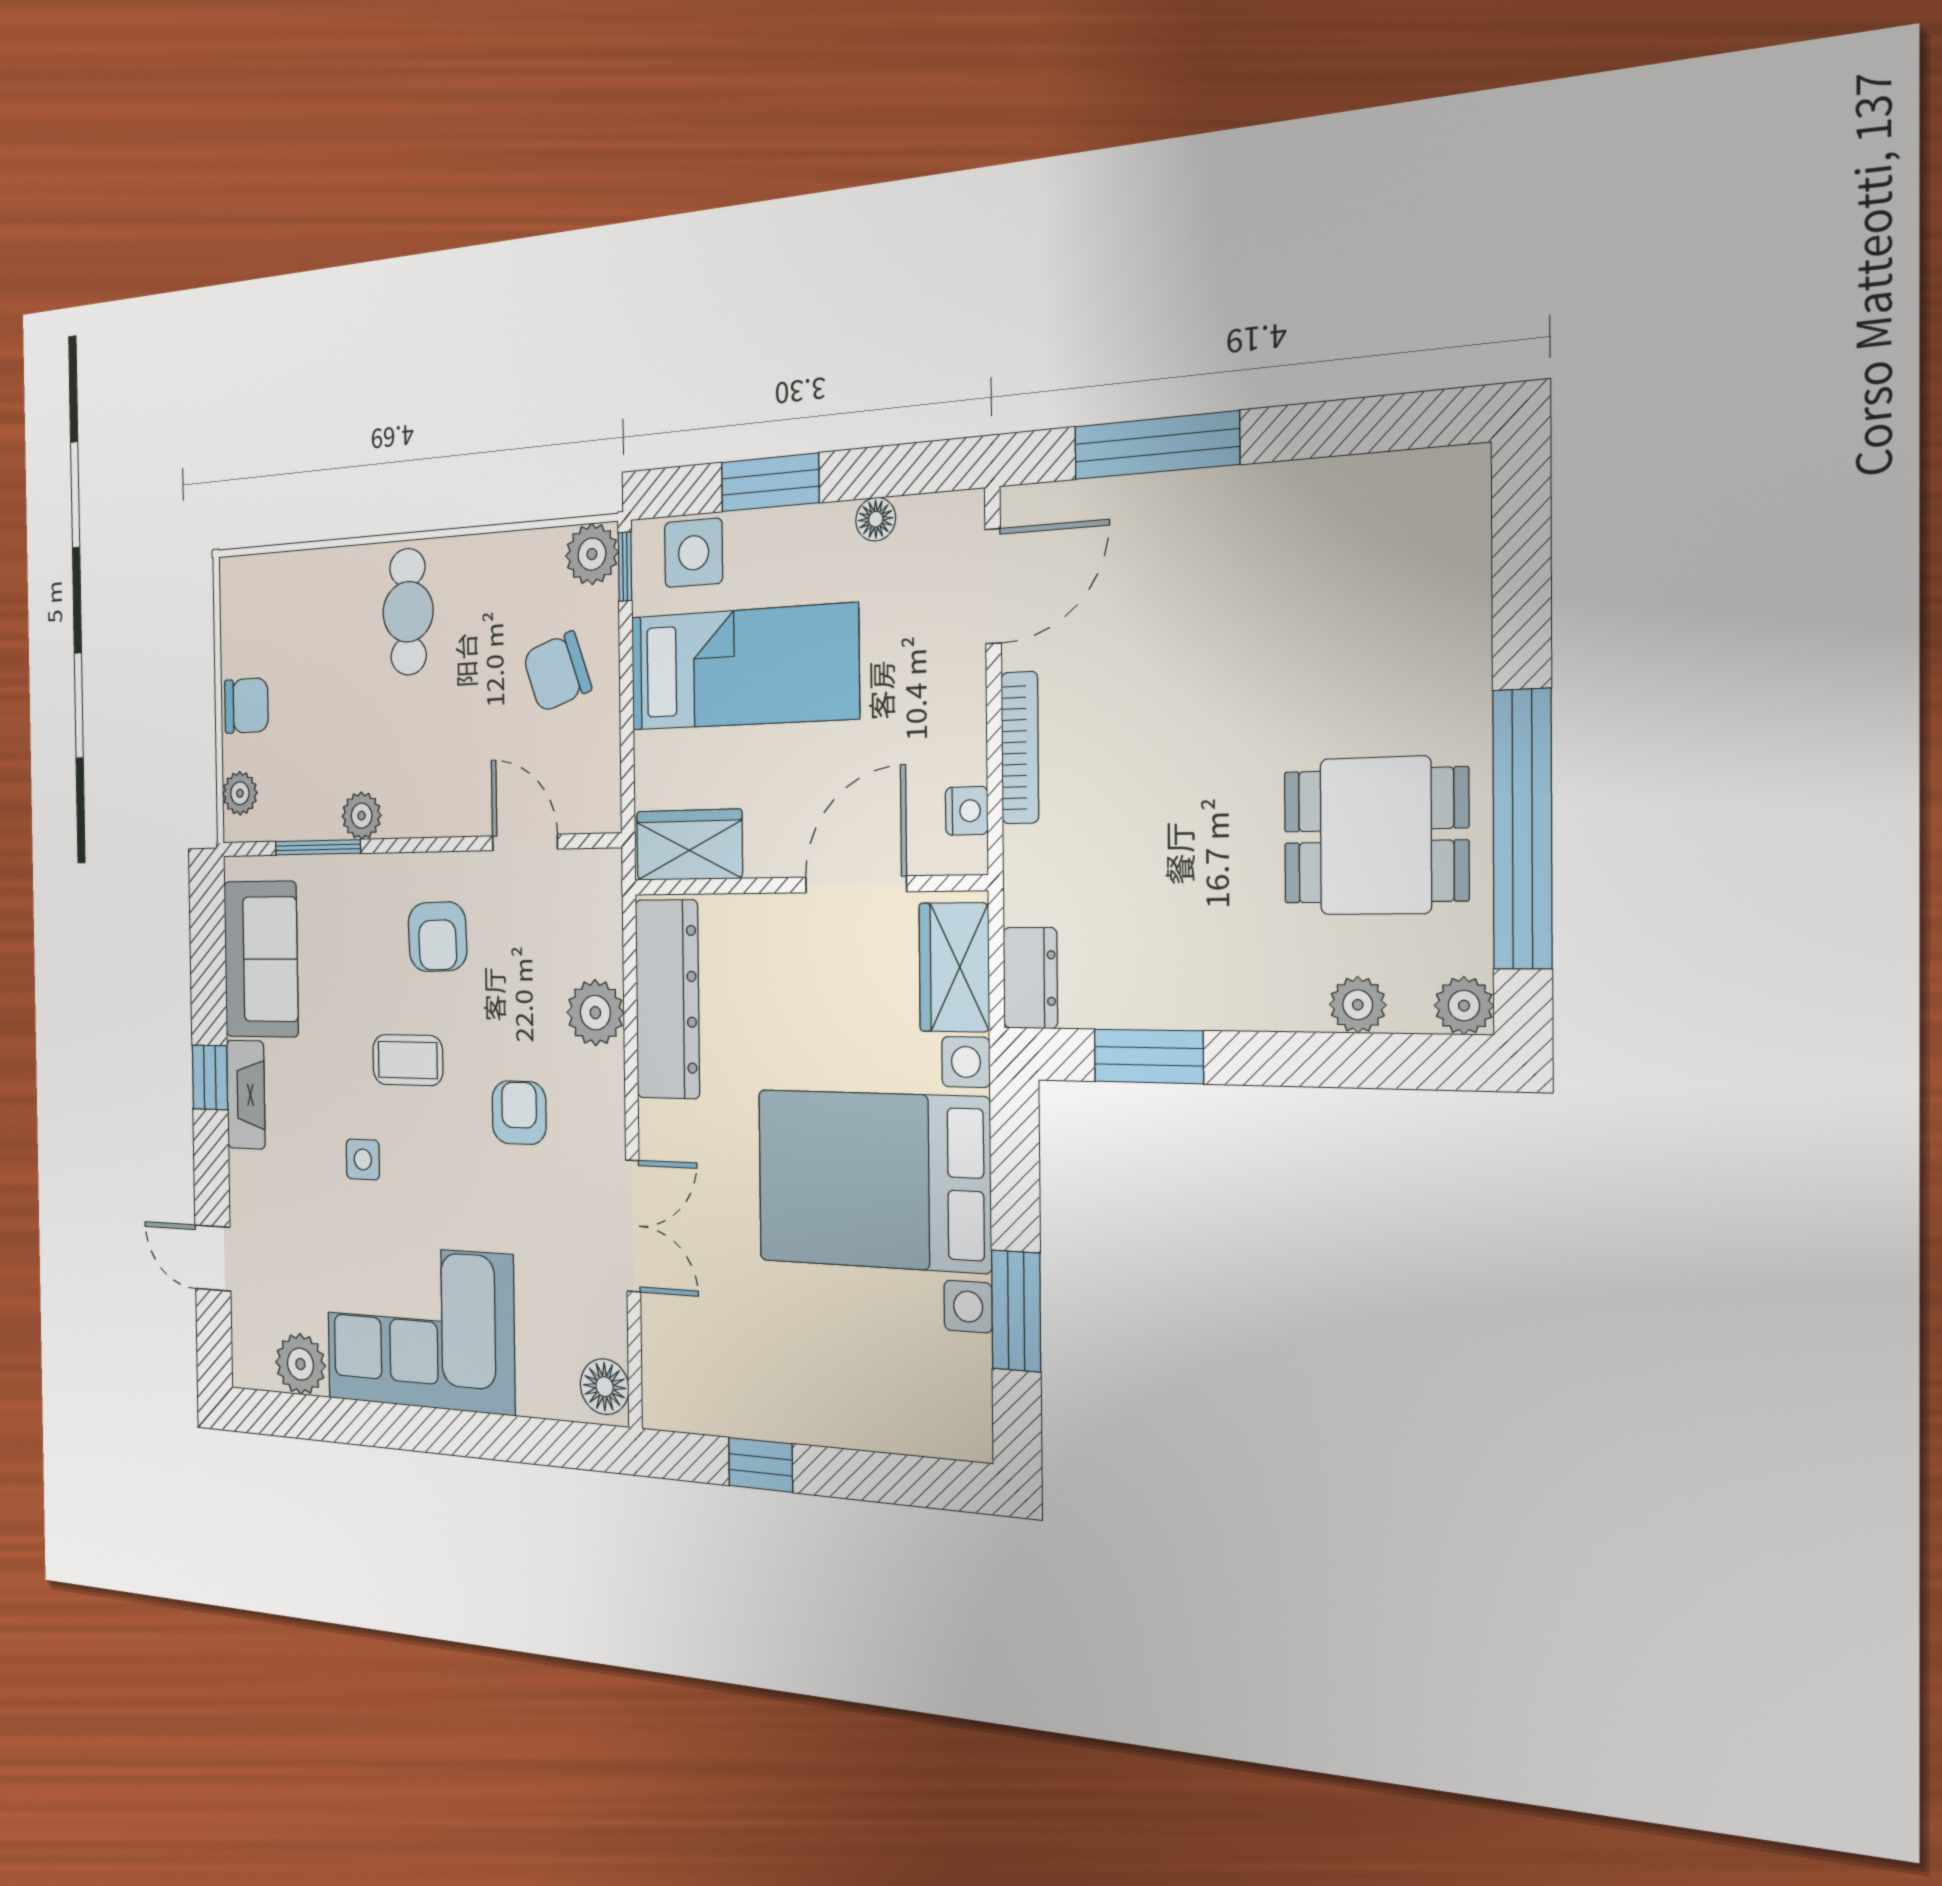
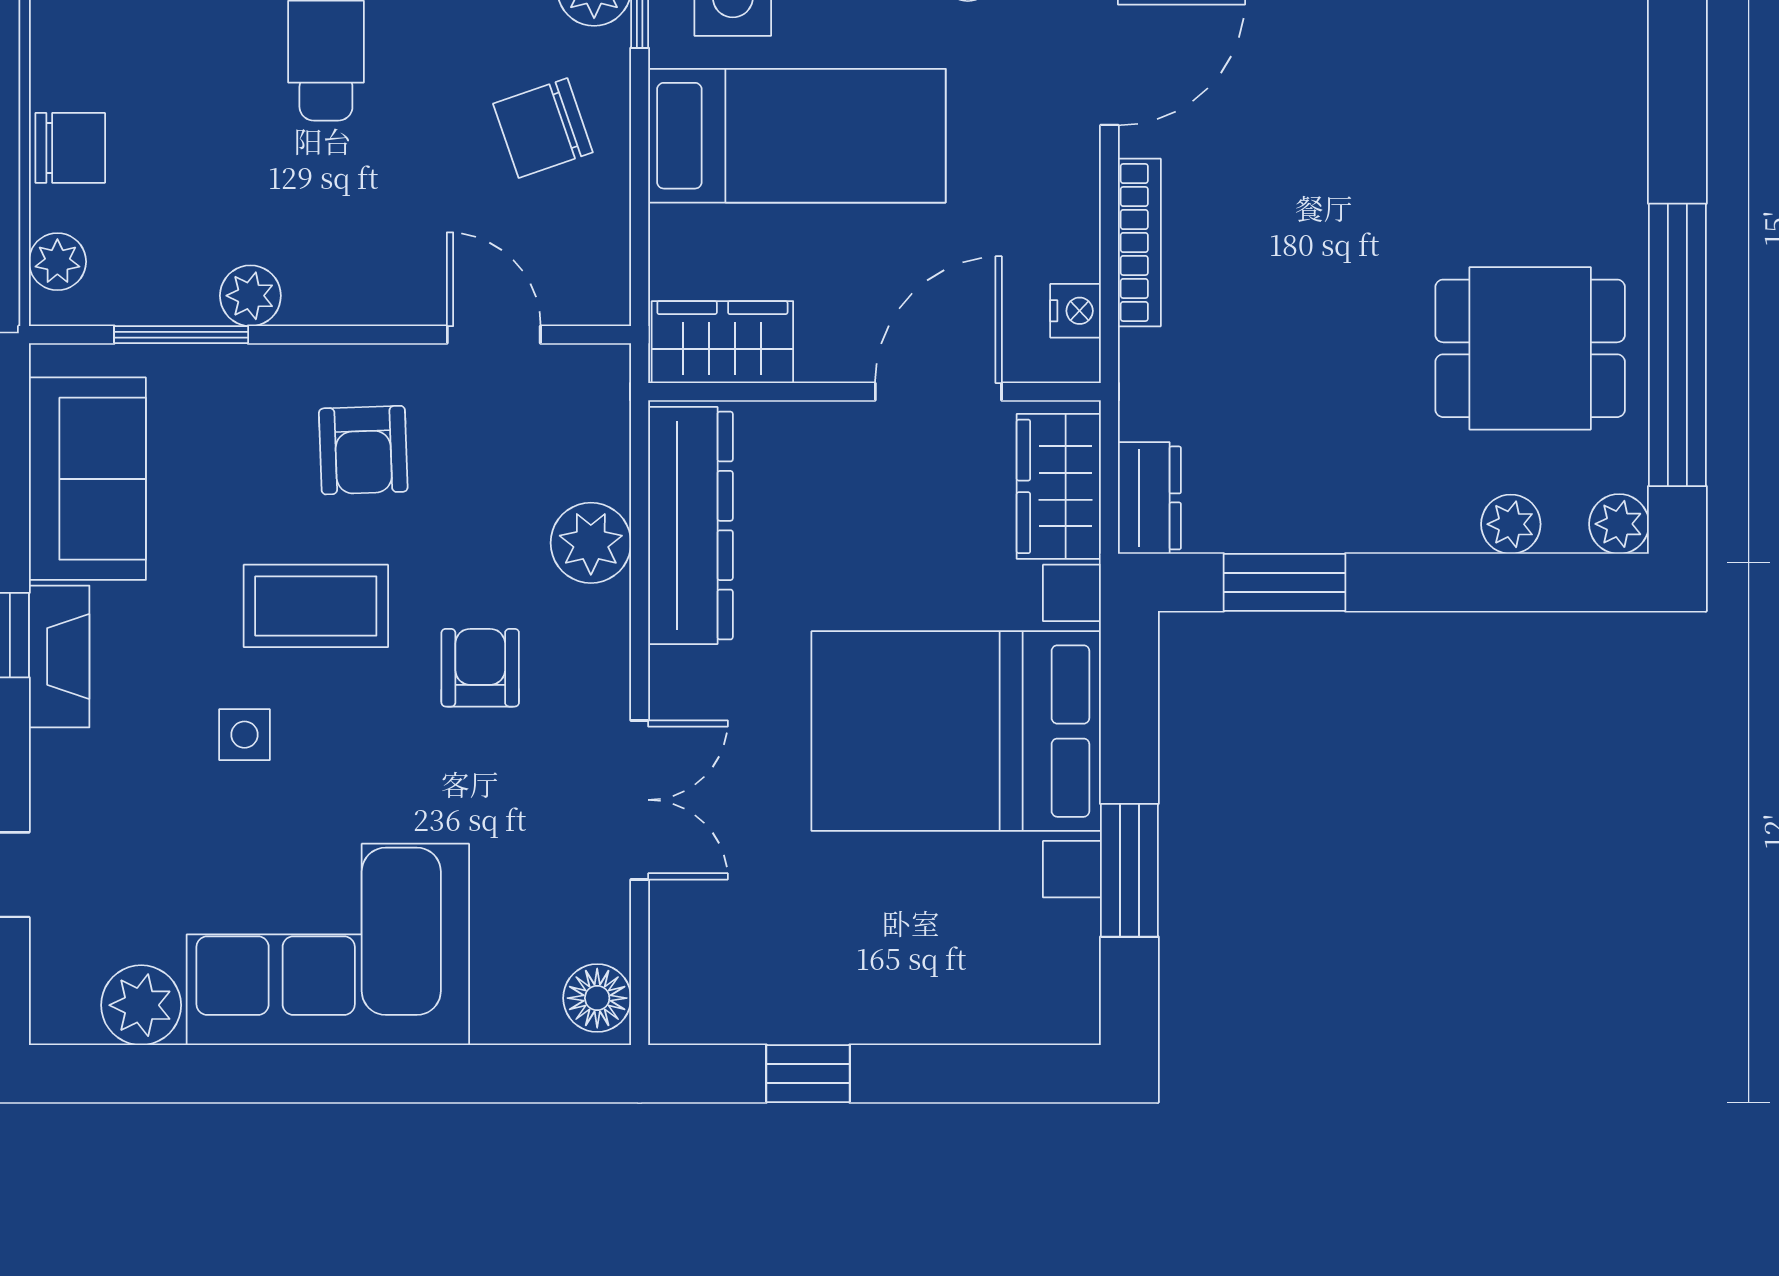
coffee table: (408, 1060) -> (316, 606), width x1.36, depth x1.30

